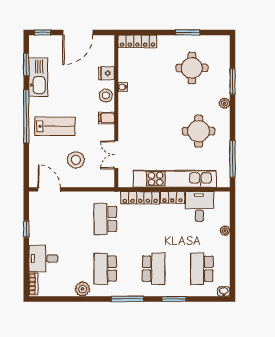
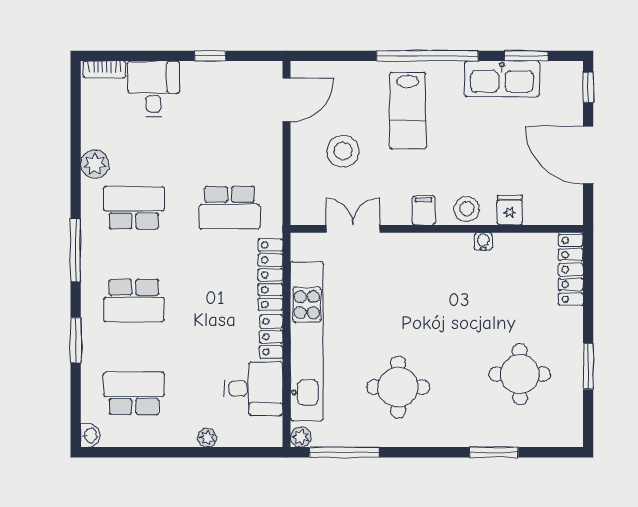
plant: (224, 103) -> (301, 437), moved
school desk: (105, 219) -> (230, 208), turned 180

